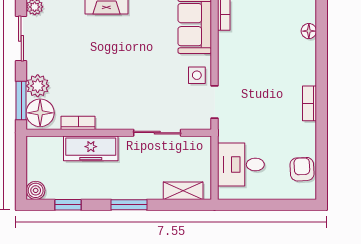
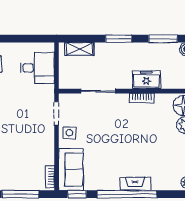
bookcase: (78, 123) -> (142, 98), moved
freezer: (91, 148) -> (146, 80), width x0.71
window: (68, 205) -> (163, 39), width x1.50

